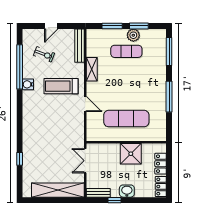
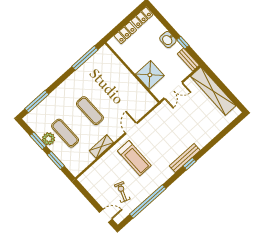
door: (51, 26) -> (106, 216), moved
bench: (80, 46) -> (185, 158), moved
water cooler: (28, 84) -> (155, 184), removed
window: (169, 97) -> (85, 58), moved
exercise mat: (126, 119) -> (90, 111), moved, width x0.73, depth x0.69
shower: (131, 154) -> (150, 75), moved
window: (20, 159) -> (190, 164), moved

